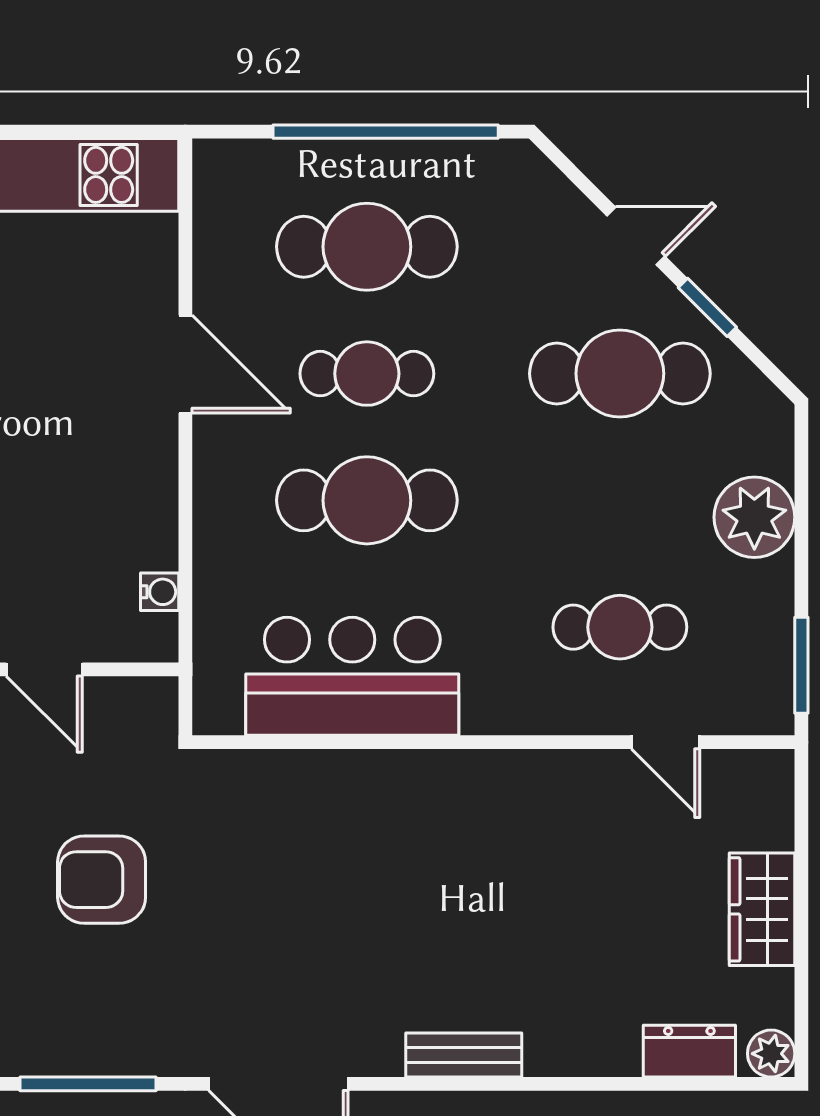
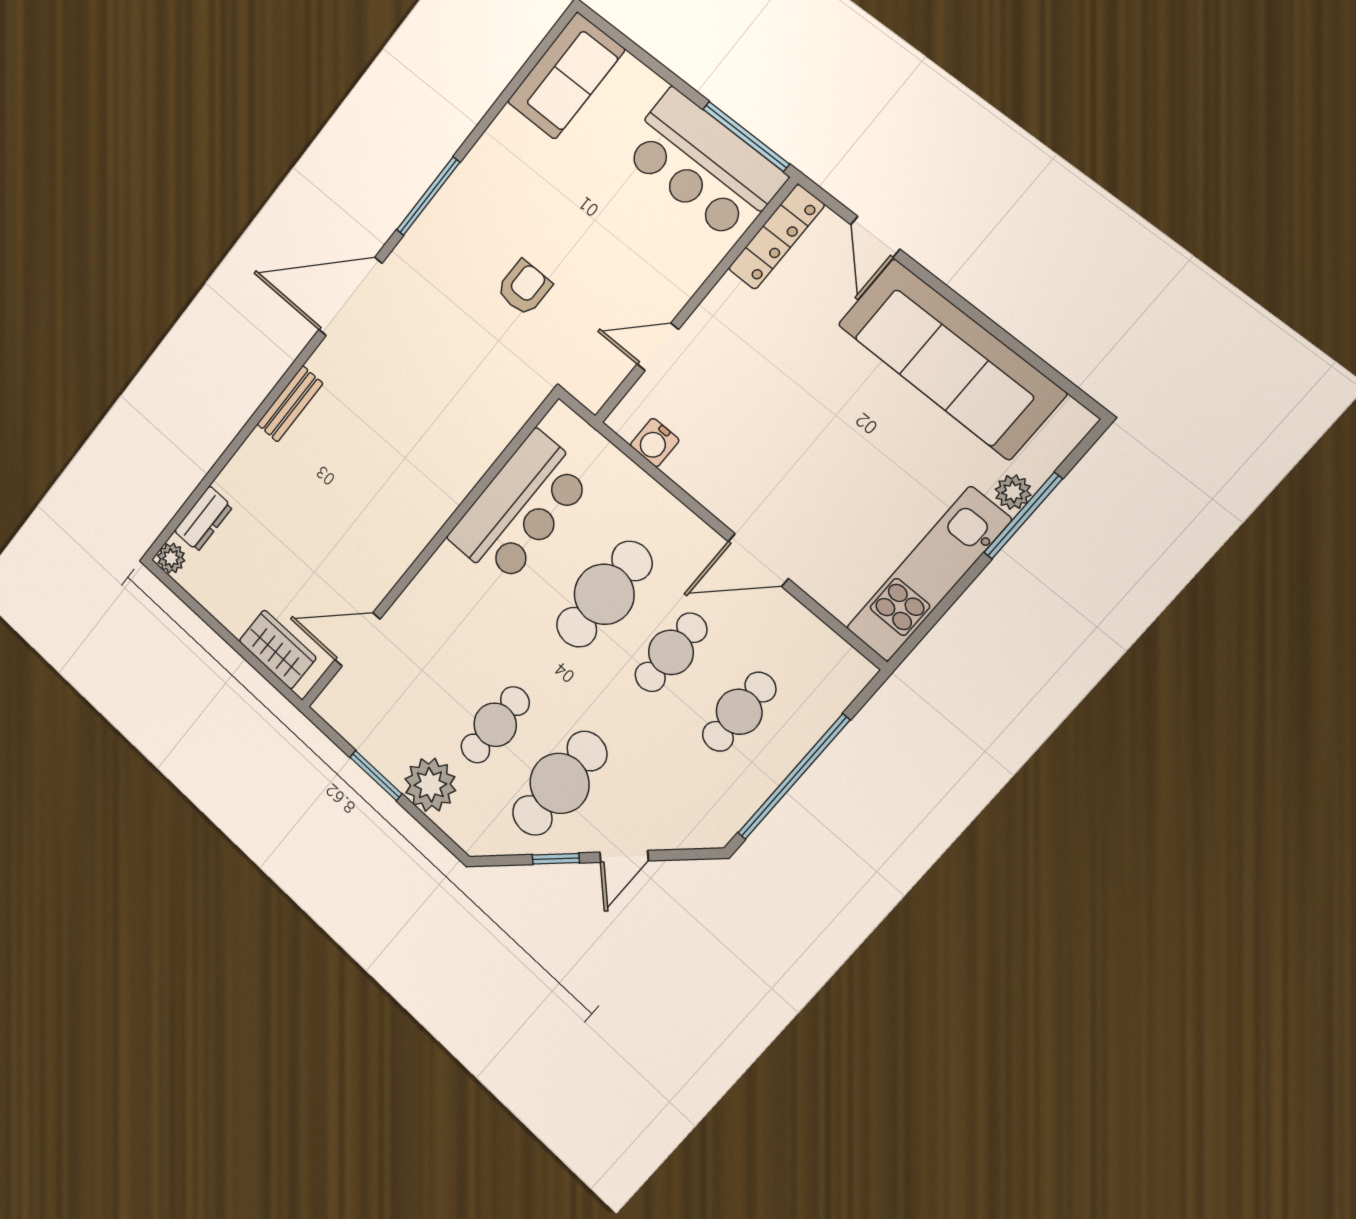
cafe table: (367, 247) -> (739, 712), width x0.73, depth x0.74
water cooler: (160, 592) -> (655, 443), width x1.38, depth x1.38
cafe table: (620, 627) -> (495, 725), moved
window: (801, 665) -> (376, 776), moved
door: (666, 742) -> (357, 639), width x1.38
armchair: (102, 880) -> (524, 288), width x0.72, depth x0.72
wardrobe: (762, 909) -> (278, 649), moved

